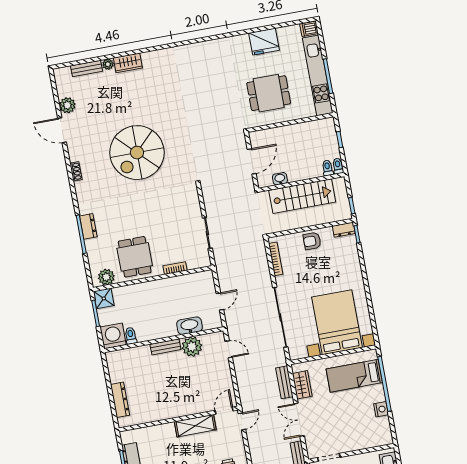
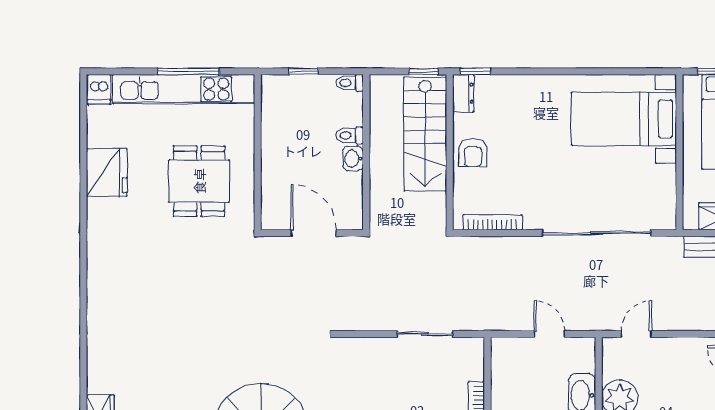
toilet: (327, 168) -> (349, 135), moved
washbasin: (280, 179) -> (353, 159), moved
stairs: (302, 196) -> (425, 134), moved, turned 180
bed with nightstands: (337, 322) -> (624, 119), width x0.73

